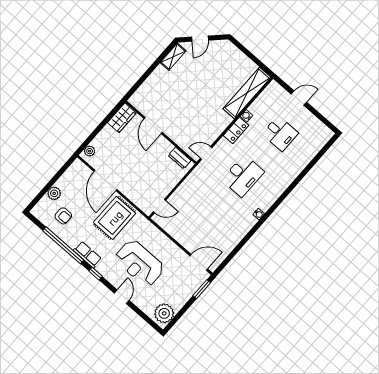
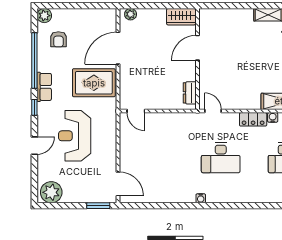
plant: (54, 193) -> (44, 16), moved

